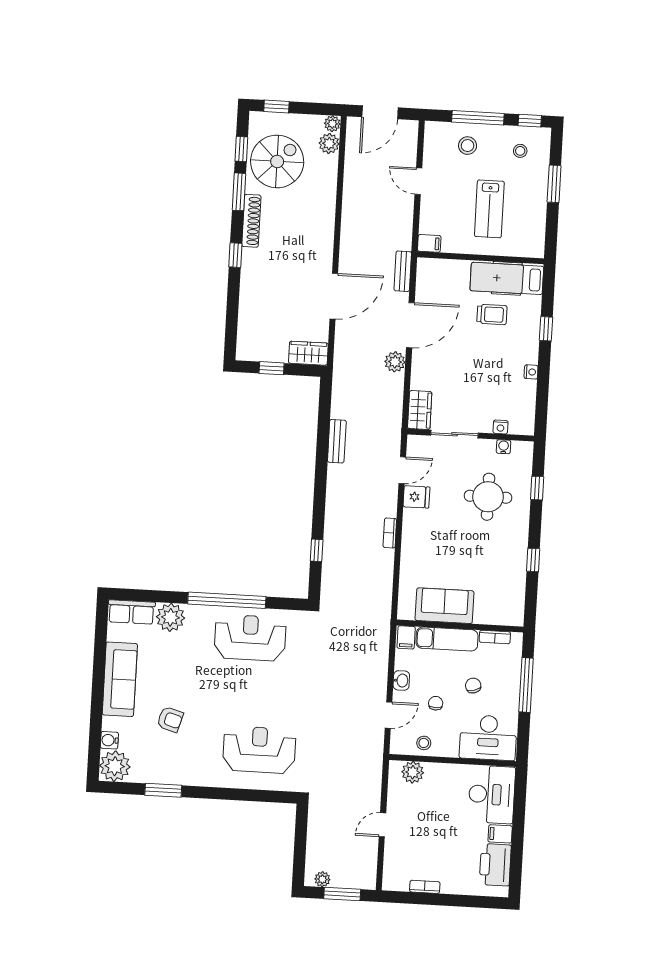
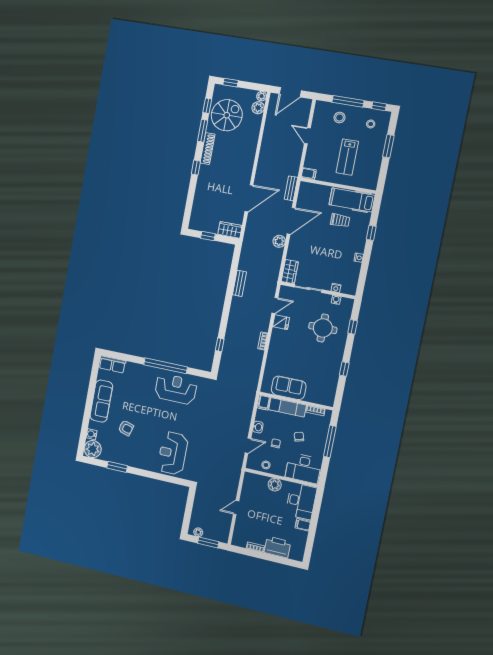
plant: (170, 617) -> (133, 371), removed
reception desk: (259, 750) -> (173, 453), turned -90
plant: (413, 772) -> (275, 485), moved
printer: (495, 865) -> (277, 547), moved, turned 90

